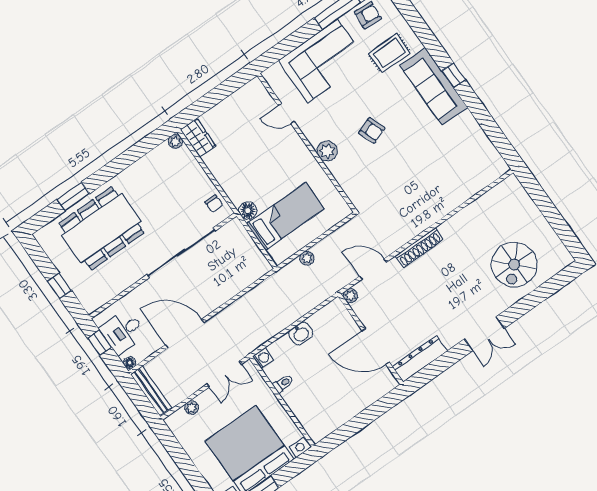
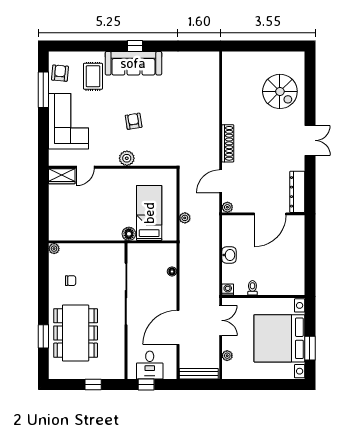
armchair: (372, 130) -> (134, 121), turned -79
wardrobe: (198, 138) -> (62, 176), moved, turned 180
chair: (214, 204) -> (71, 281), moved
floor lamp: (130, 363) -> (172, 271), moved

